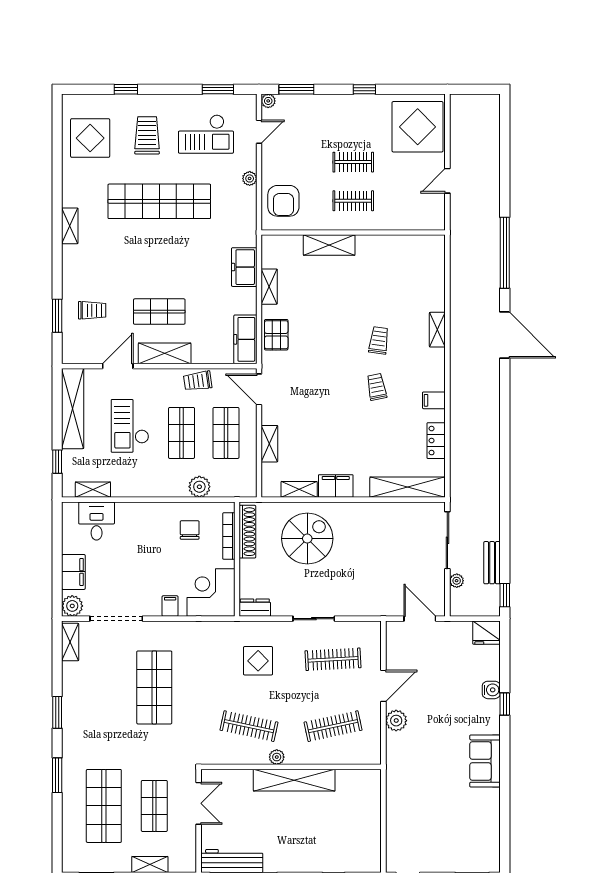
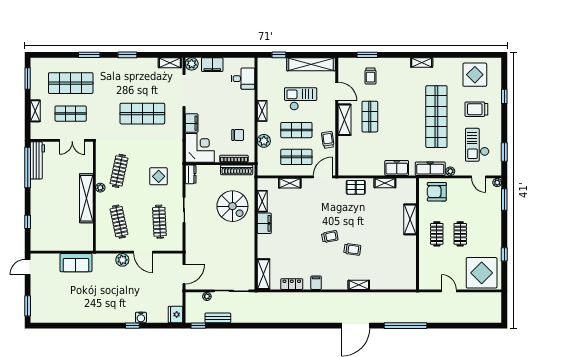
window: (364, 89) -> (504, 254), moved
trolley: (147, 135) -> (476, 109), turned 180
freezer: (245, 339) -> (430, 169), moved
trolley: (377, 387) -> (330, 237), moved
shelving: (408, 487) -> (263, 274), width x0.68
shelving: (93, 490) -> (262, 111), moved
filing cabinet: (170, 606) -> (192, 123), width x2.00
sofa: (485, 761) -> (76, 263), moved, turned 180

